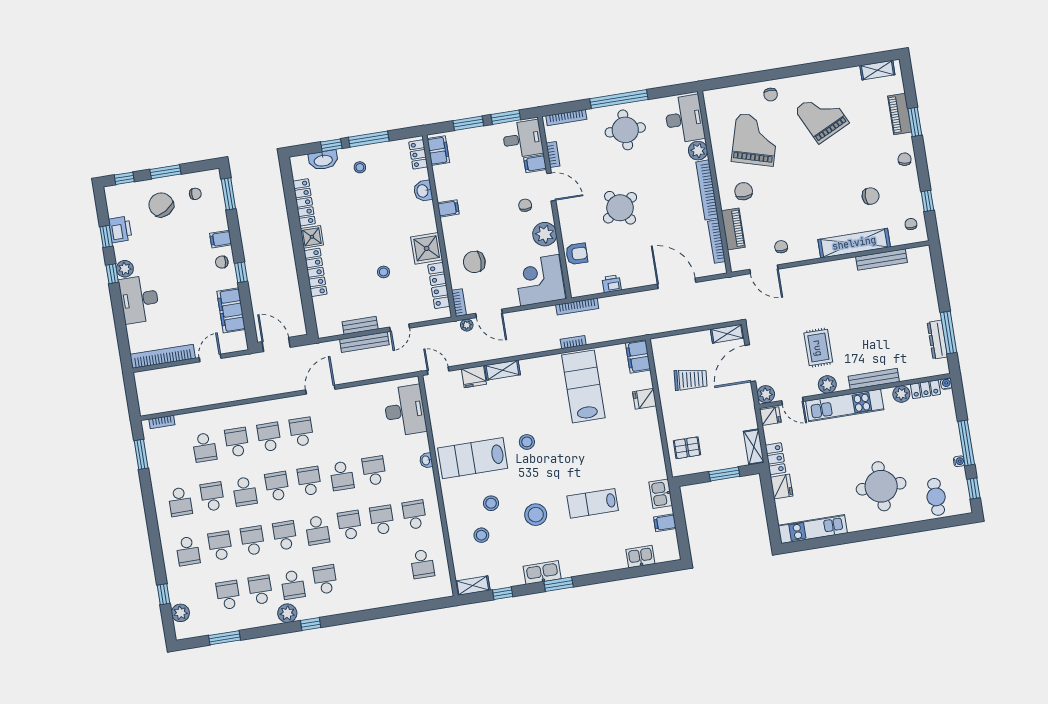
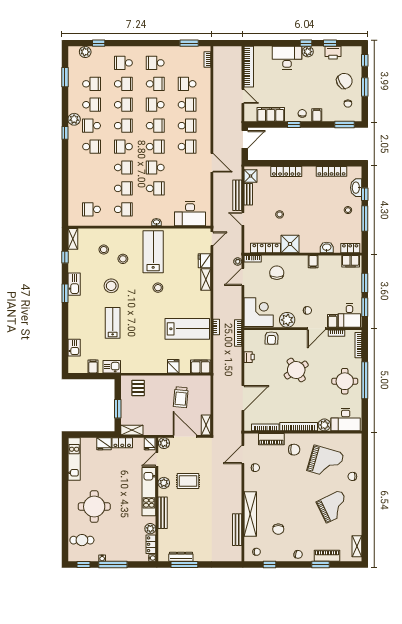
shower: (312, 237) -> (251, 176), moved

